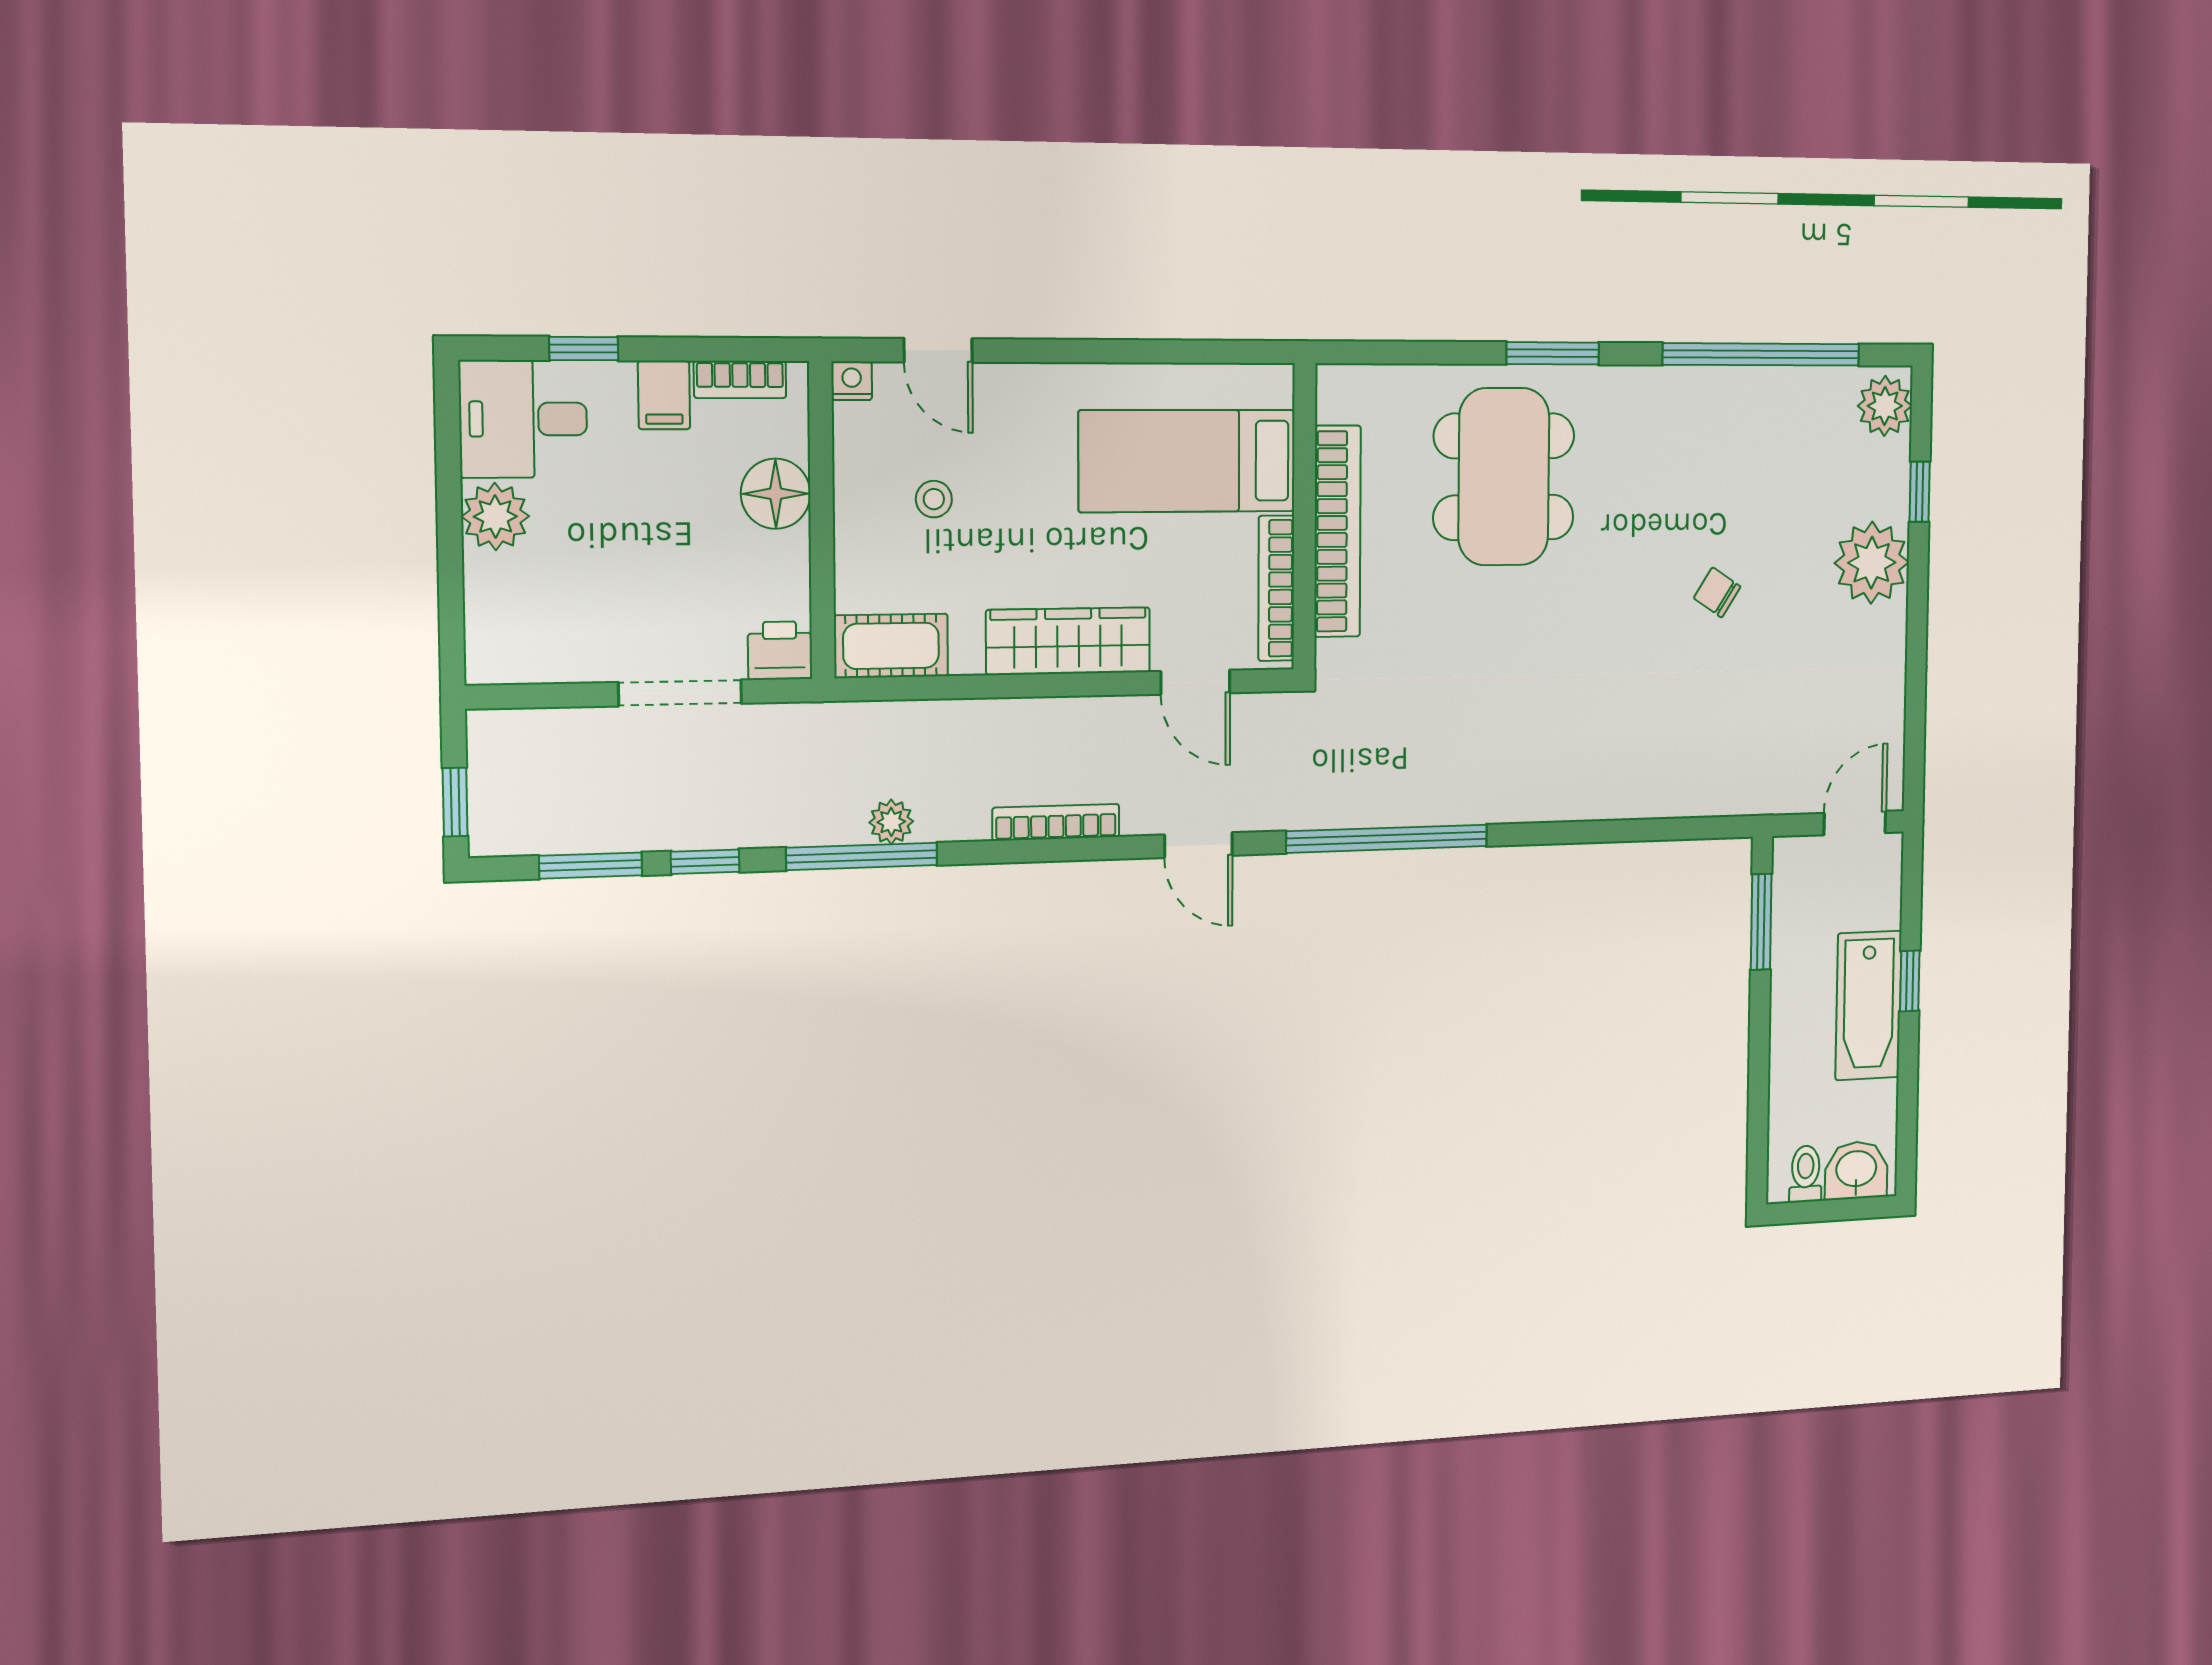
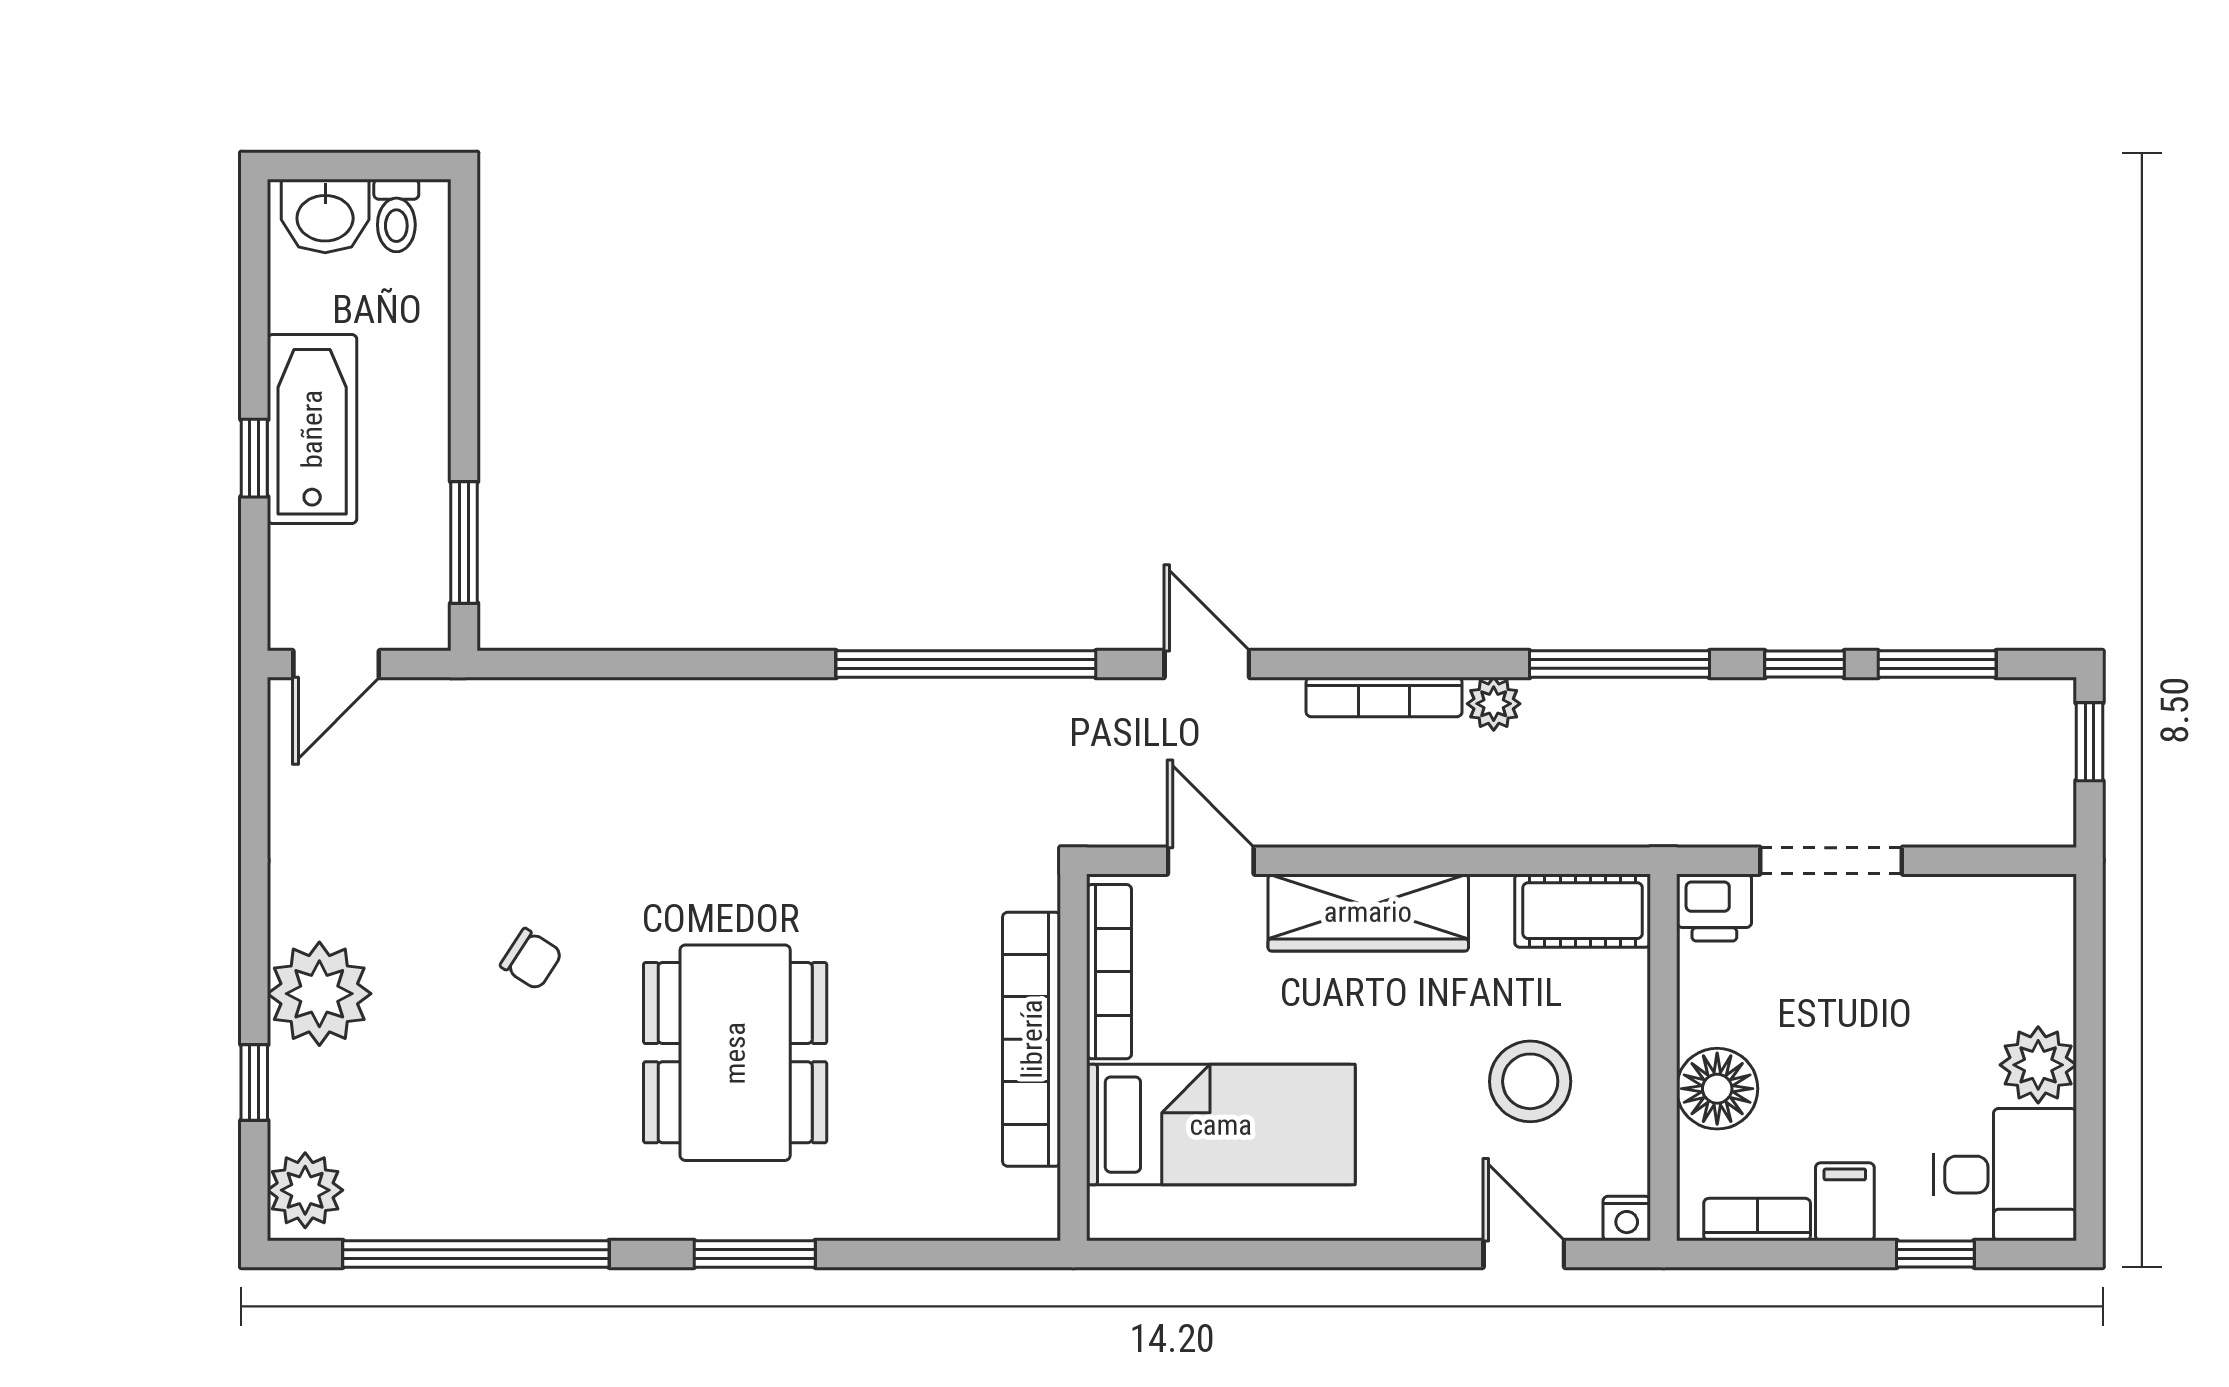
dining table: (1504, 477) -> (735, 1053), moved
stool: (934, 499) -> (1530, 1081), width x1.89, depth x1.89
plant: (891, 822) -> (1494, 704), moved

